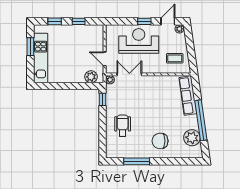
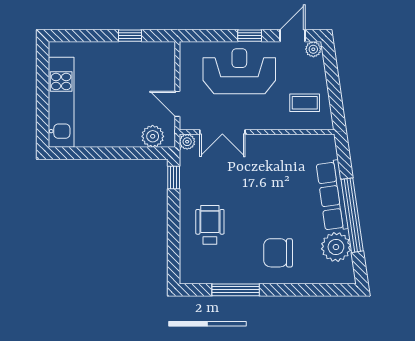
window: (55, 21) -> (87, 36), removed
window: (30, 47) -> (43, 81), removed
double door: (129, 74) -> (222, 132), swing flipped
row of seats: (188, 96) -> (332, 196), moved

